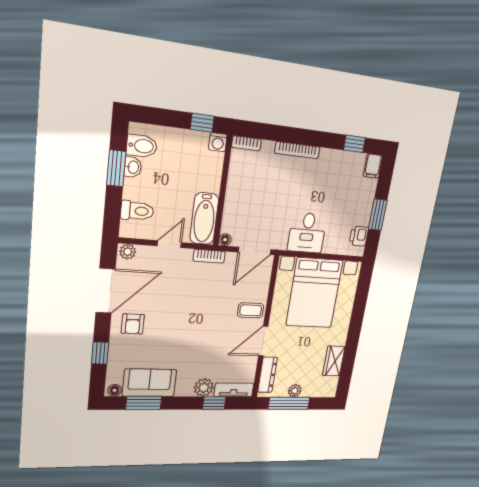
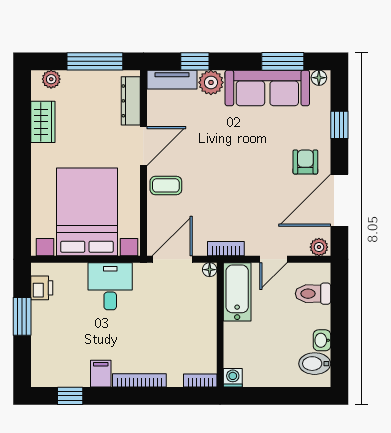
window: (202, 123) -> (253, 396), removed
filing cabinet: (373, 166) -> (101, 374), moved
window: (116, 168) -> (339, 337), removed
sofa: (150, 383) -> (267, 88), width x1.36
plant: (295, 391) -> (51, 79), moved

